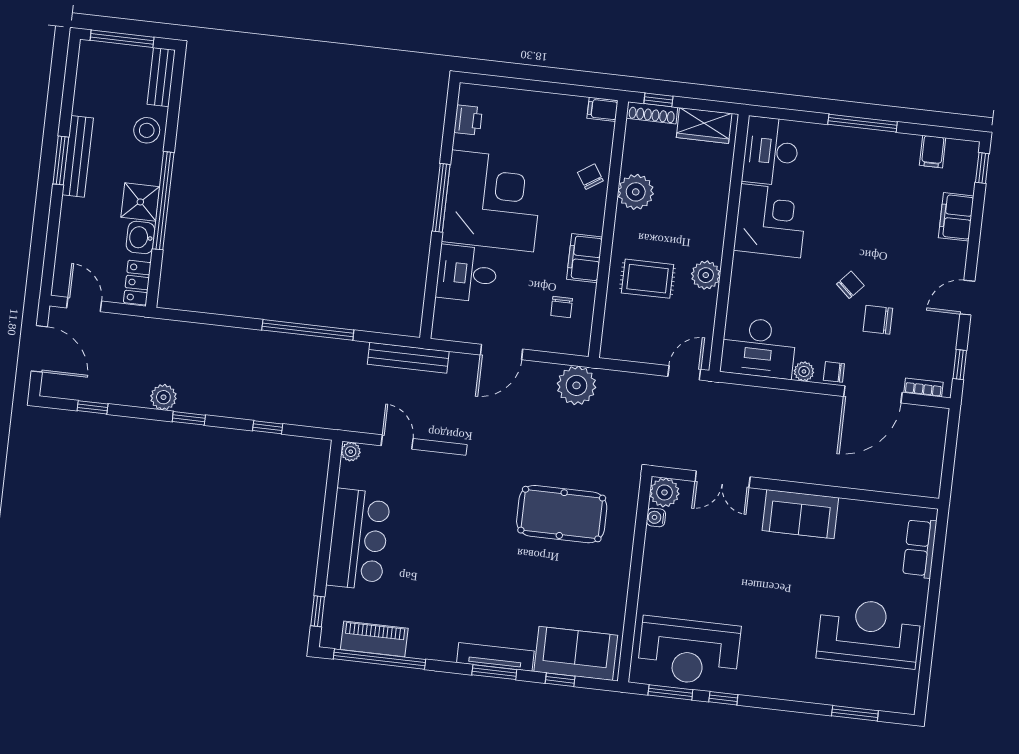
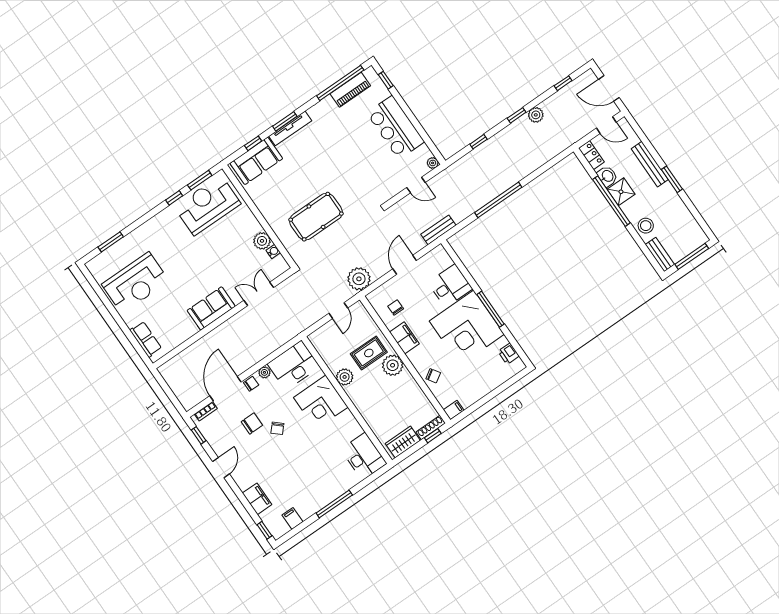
bench: (78, 156) -> (650, 164), moved
plant: (636, 192) -> (393, 365), moved
corner desk: (771, 221) -> (321, 402), moved
bench: (408, 358) -> (438, 230), width x0.73
door: (684, 373) -> (338, 311), moved
plant: (665, 492) -> (262, 241), moved

